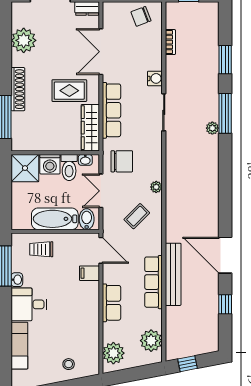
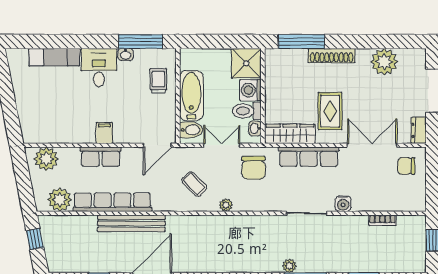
chair: (141, 16) -> (406, 166), moved, turned -69
filing cabinet: (89, 273) -> (104, 133), moved
row of seats: (154, 282) -> (112, 202), width x1.36
stool: (69, 364) -> (34, 110), removed

